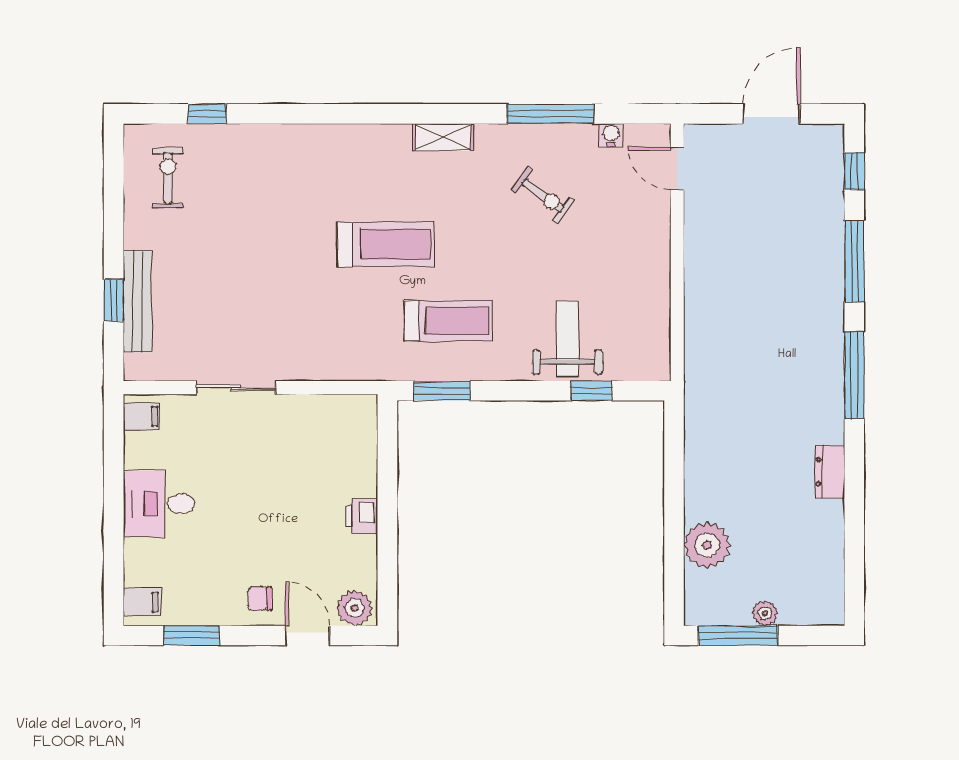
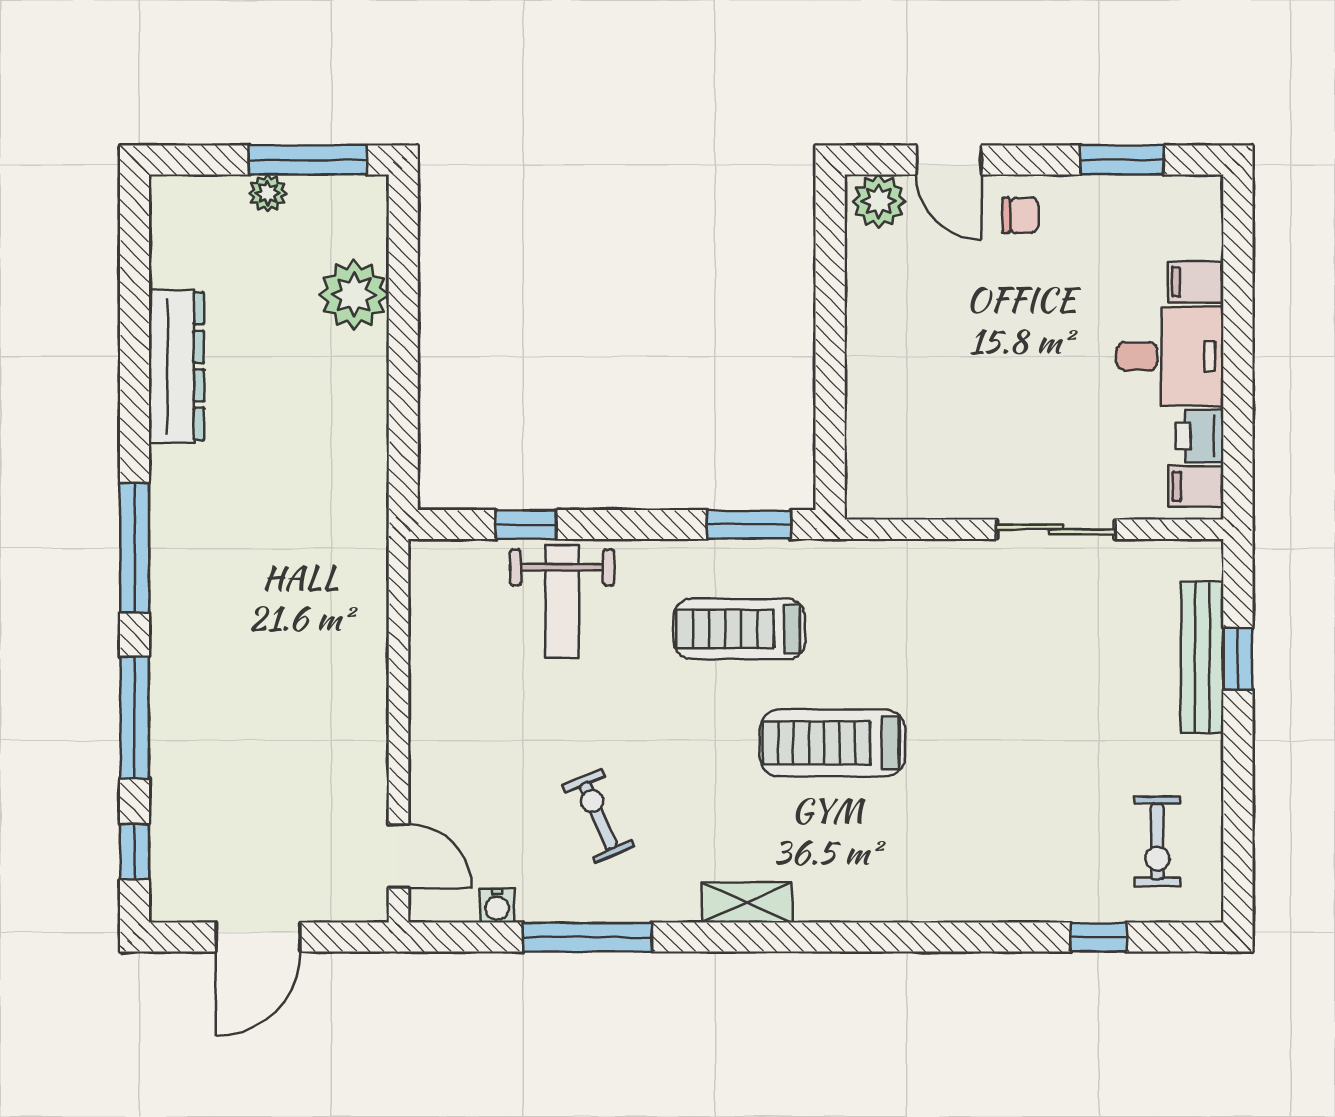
exercise bike: (543, 195) -> (598, 816), turned 31
dresser: (830, 472) -> (176, 366), width x1.96, depth x1.24
printer: (362, 516) -> (1200, 436), moved, turned 180
filing cabinet: (142, 602) -> (1196, 282), moved

